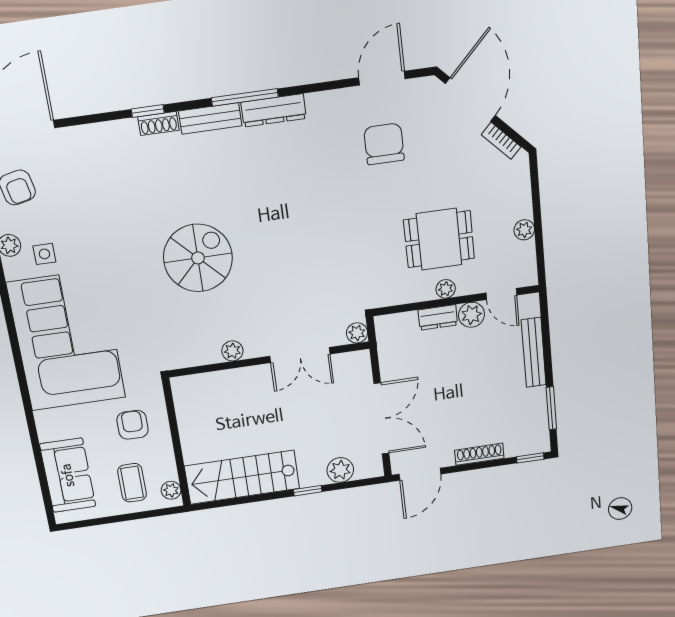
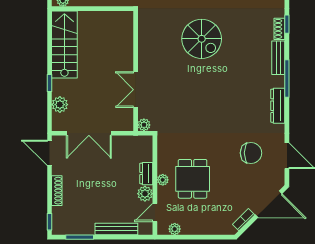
dresser: (274, 110) -> (278, 106), moved
plant: (524, 230) -> (175, 229), moved
plant: (232, 351) -> (144, 50), removed

